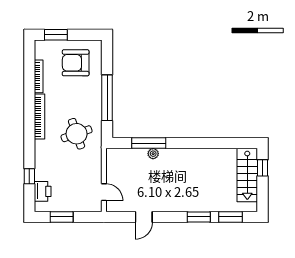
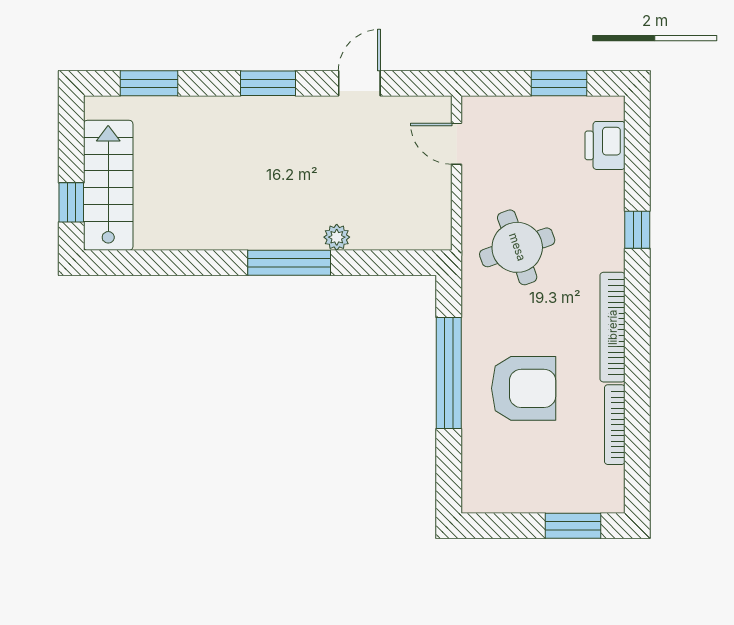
armchair: (76, 63) -> (524, 388), moved
round table: (77, 134) -> (517, 247), moved
window: (149, 143) -> (289, 263), moved
window: (29, 176) -> (637, 230), moved
window: (199, 217) -> (268, 83), moved

